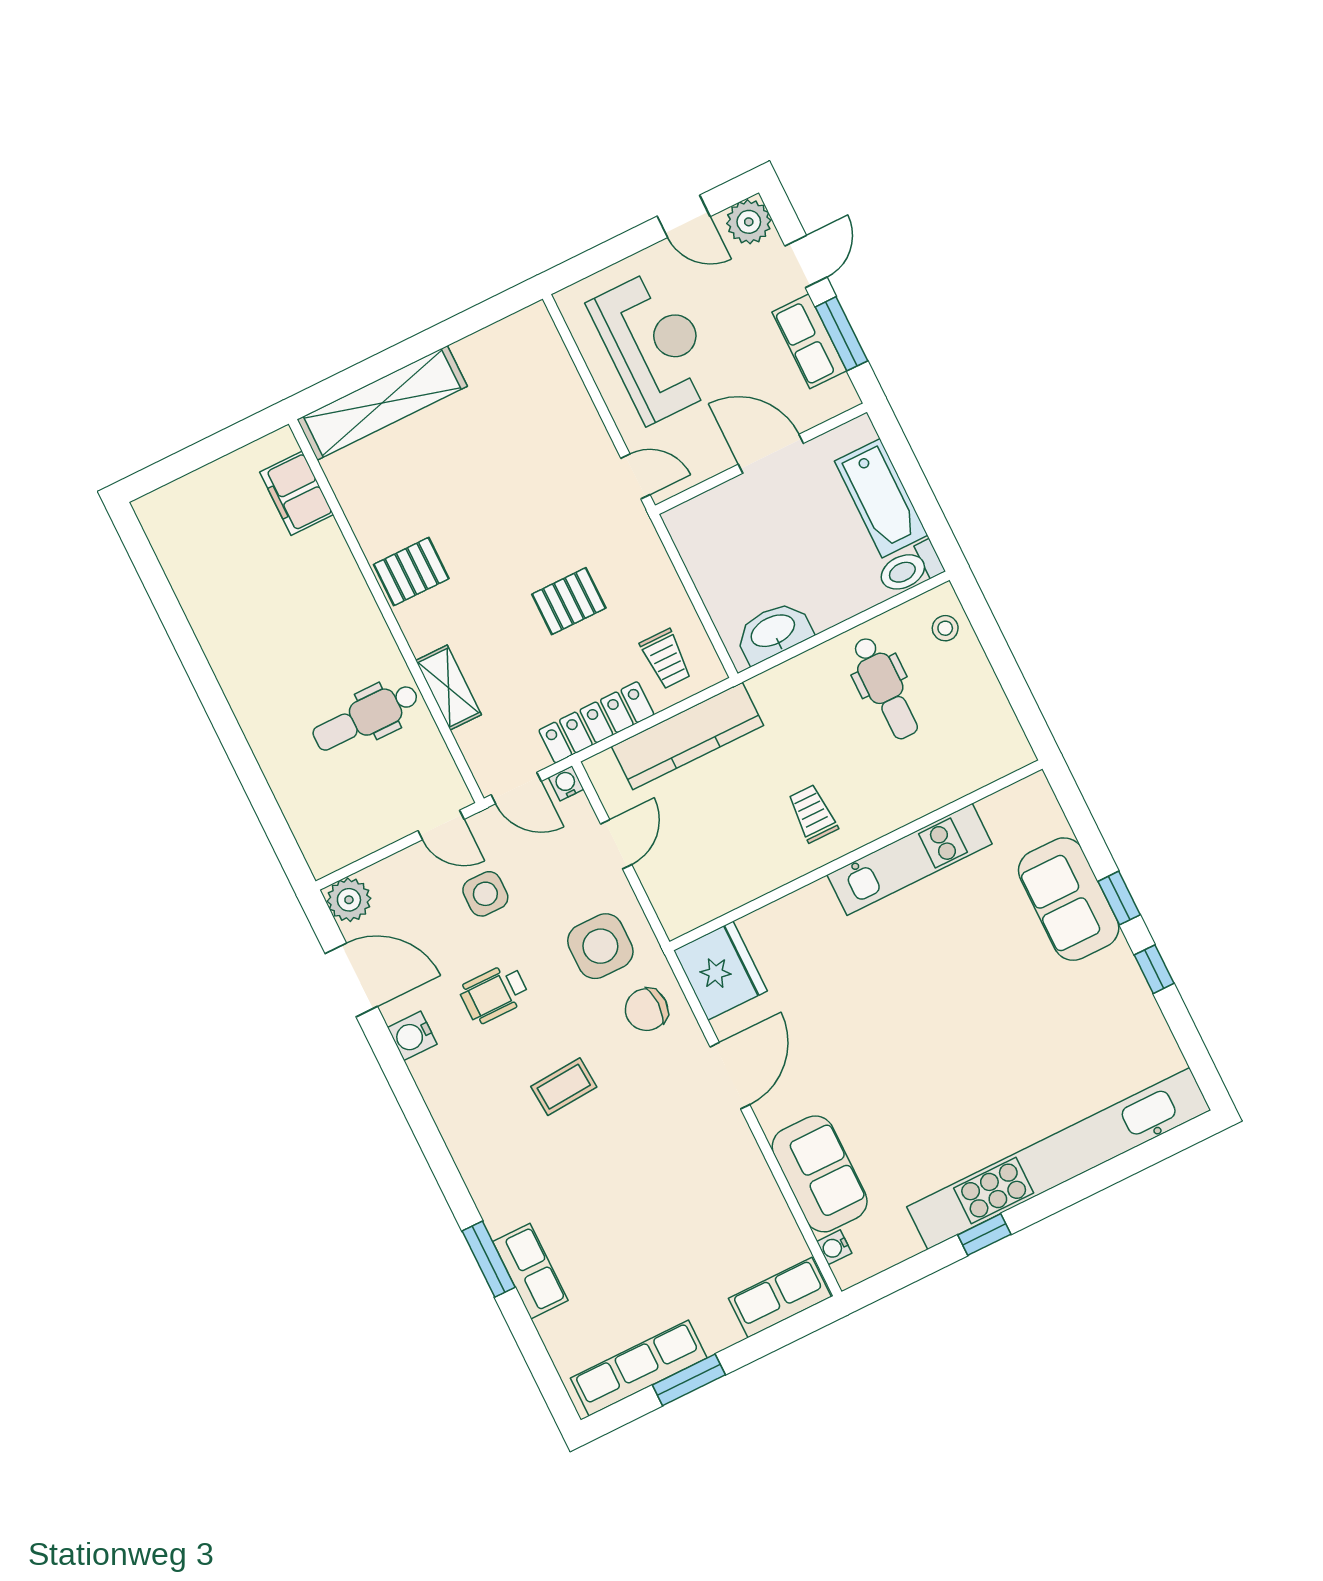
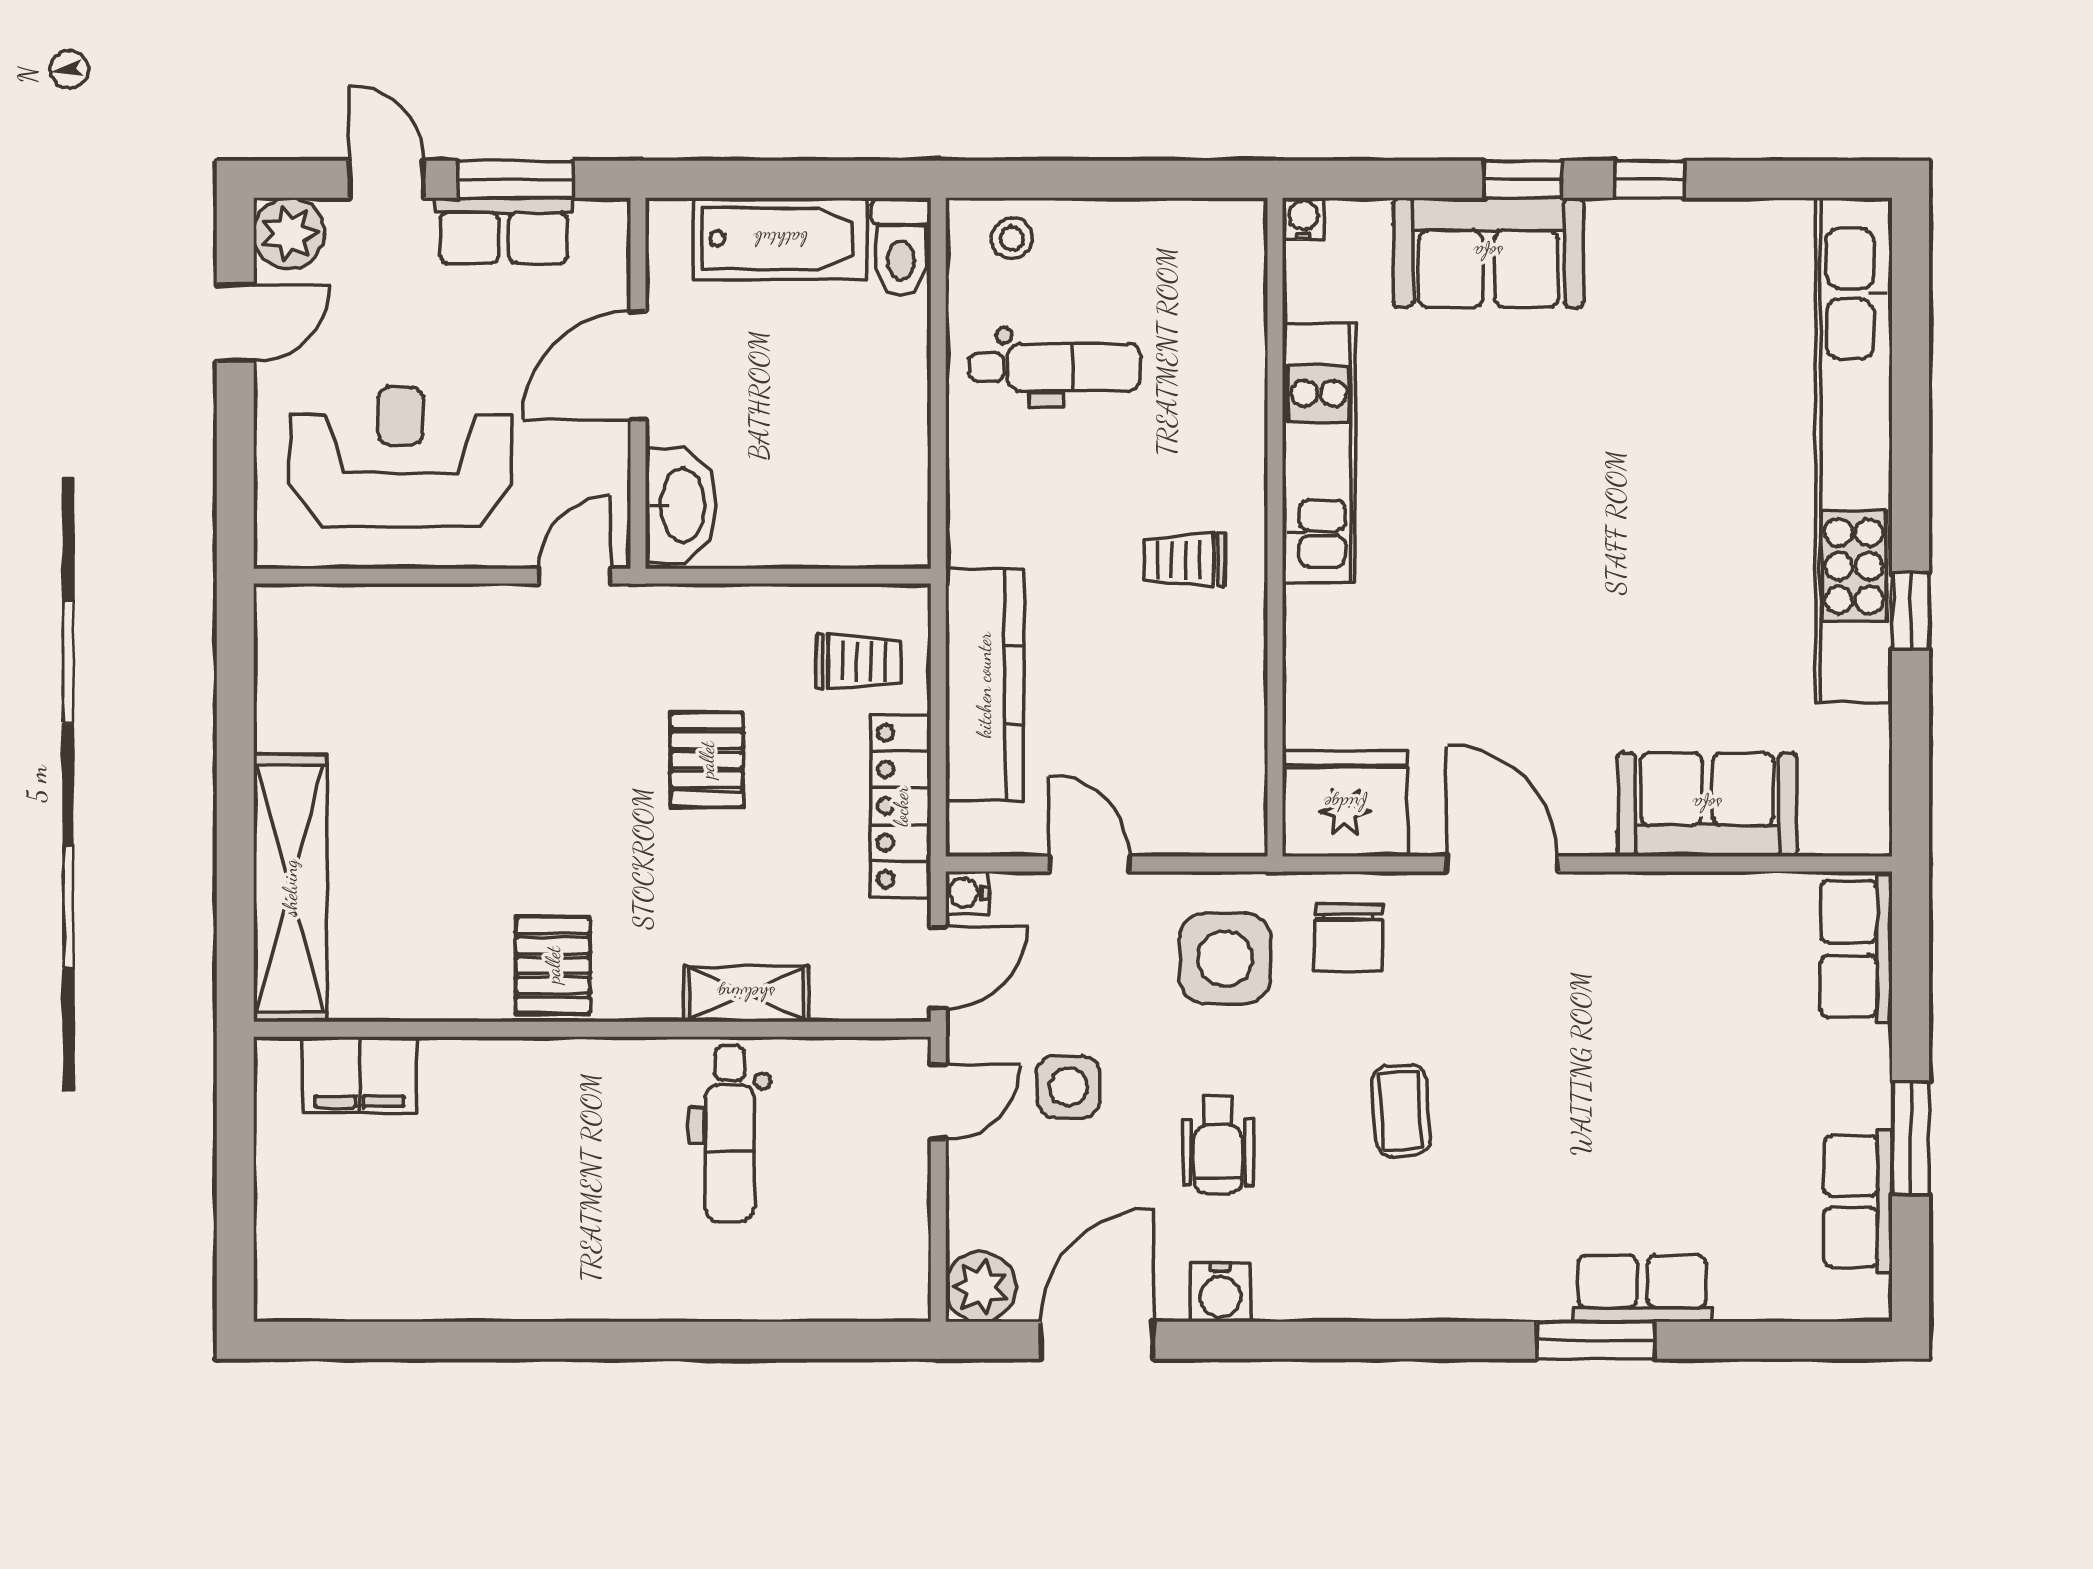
washbasin: (773, 632) -> (681, 505), moved, turned 180
water cooler: (834, 1247) -> (1303, 219), moved, turned 180
row of seats: (639, 1368) -> (1858, 1201), width x0.68

